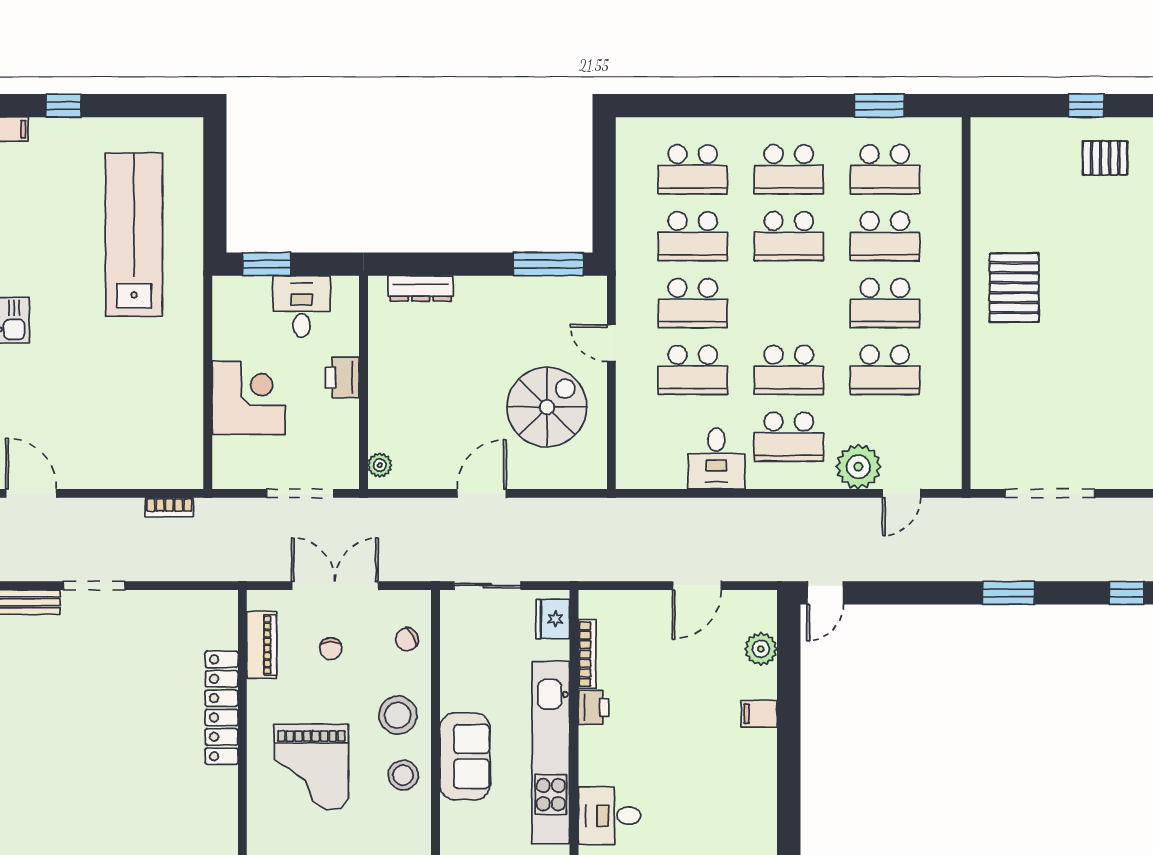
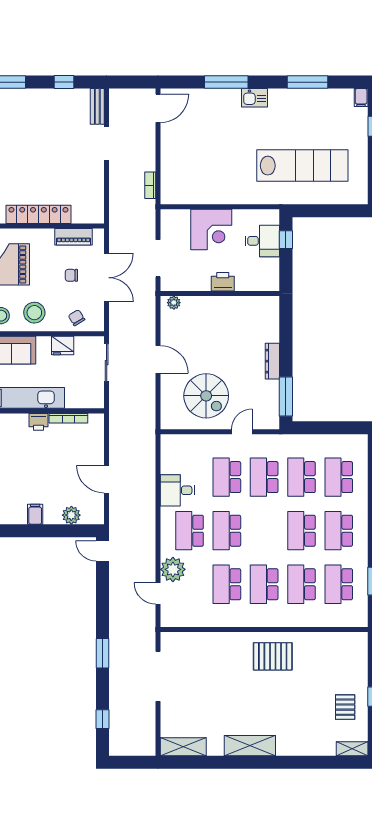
window: (267, 264) -> (286, 240), width x0.67
dresser: (421, 288) -> (272, 361), moved
desk: (302, 306) -> (262, 241), moved
fridge: (553, 619) -> (63, 346), moved, turned 180

